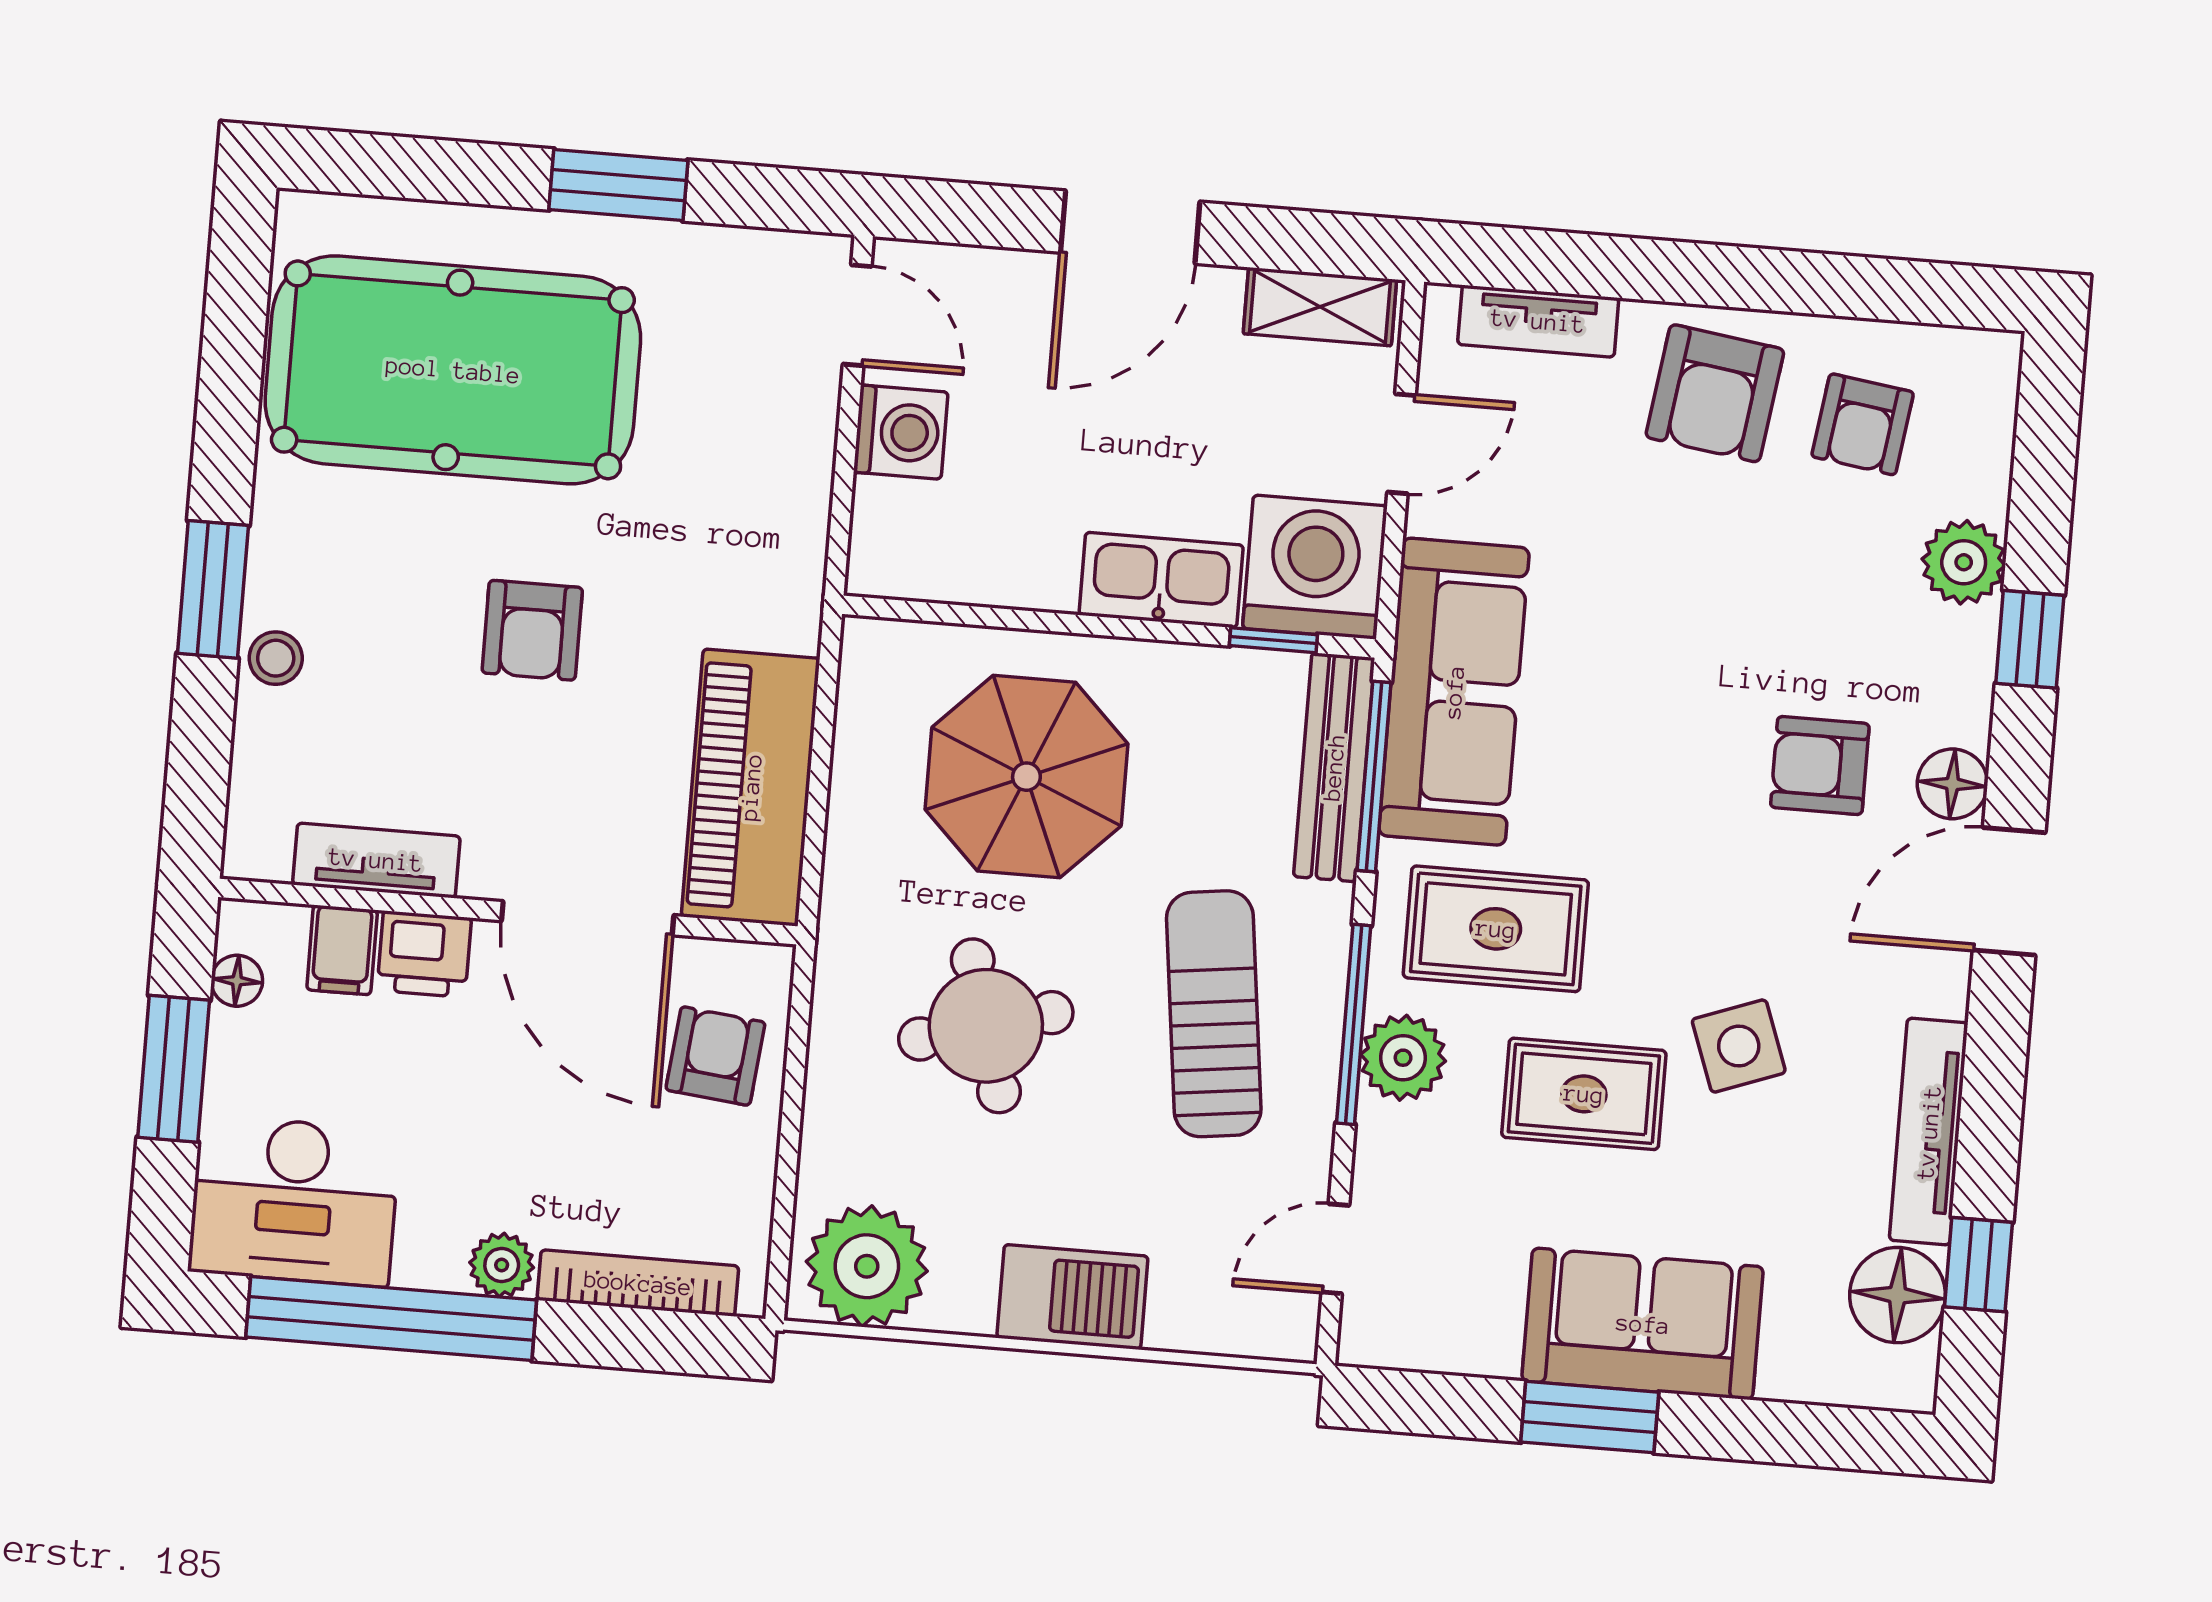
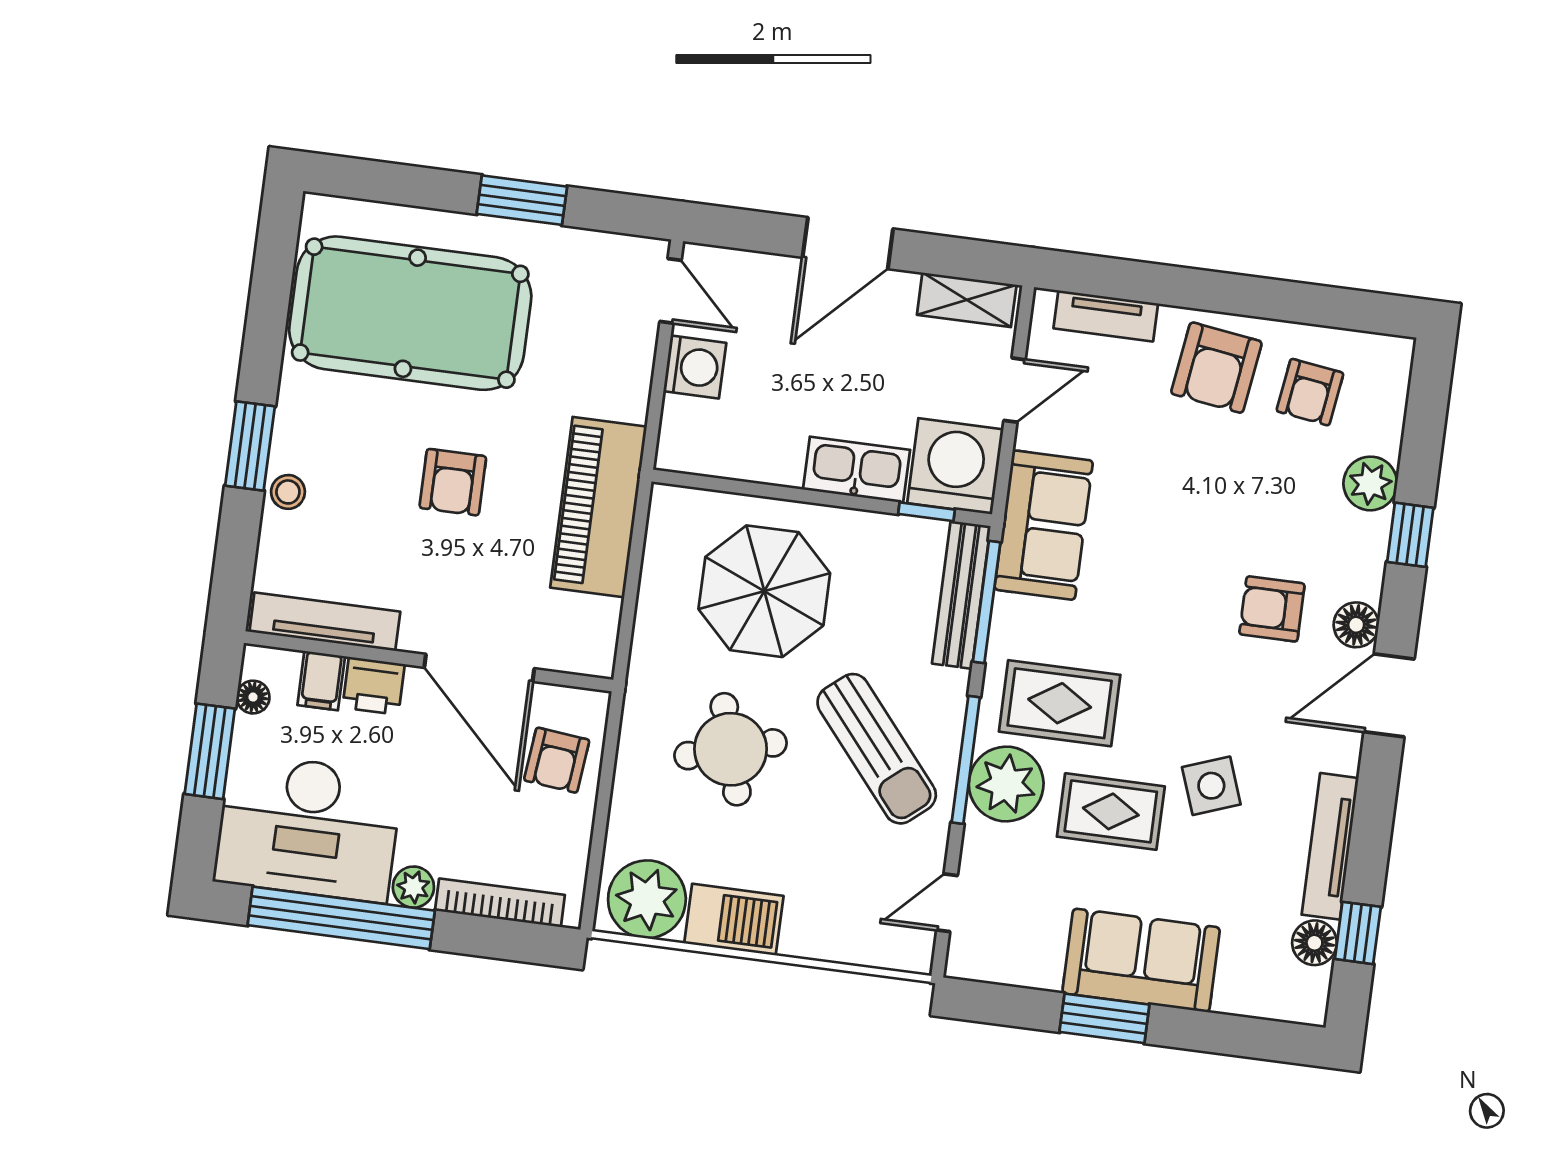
sofa: (1454, 692) -> (1044, 525), width x0.73
piano: (751, 787) -> (598, 507), moved
tv unit: (376, 860) -> (325, 622), width x1.41
sun lounger: (1214, 1014) -> (877, 749), turned 147
armchair: (715, 1056) -> (557, 760), turned 180
plant: (1403, 1058) -> (1006, 784), width x1.36, depth x1.36
desk: (294, 1201) -> (308, 828), width x1.36, depth x1.30
floor lamp: (1898, 1295) -> (1314, 943), width x0.73, depth x0.73
barbecue: (1072, 1297) -> (734, 920), moved

